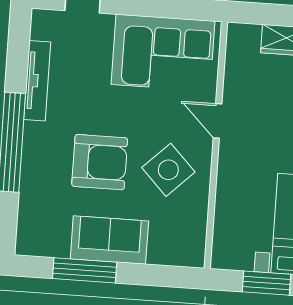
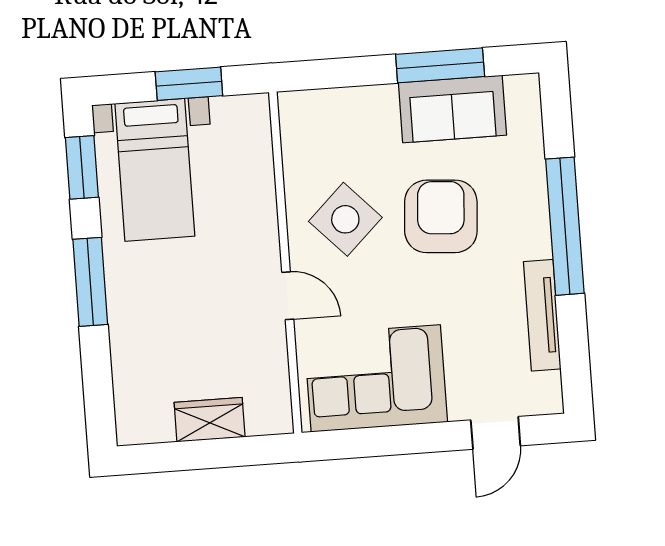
armchair: (100, 162) -> (441, 216), turned 94
sofa: (109, 240) -> (452, 109), moved

